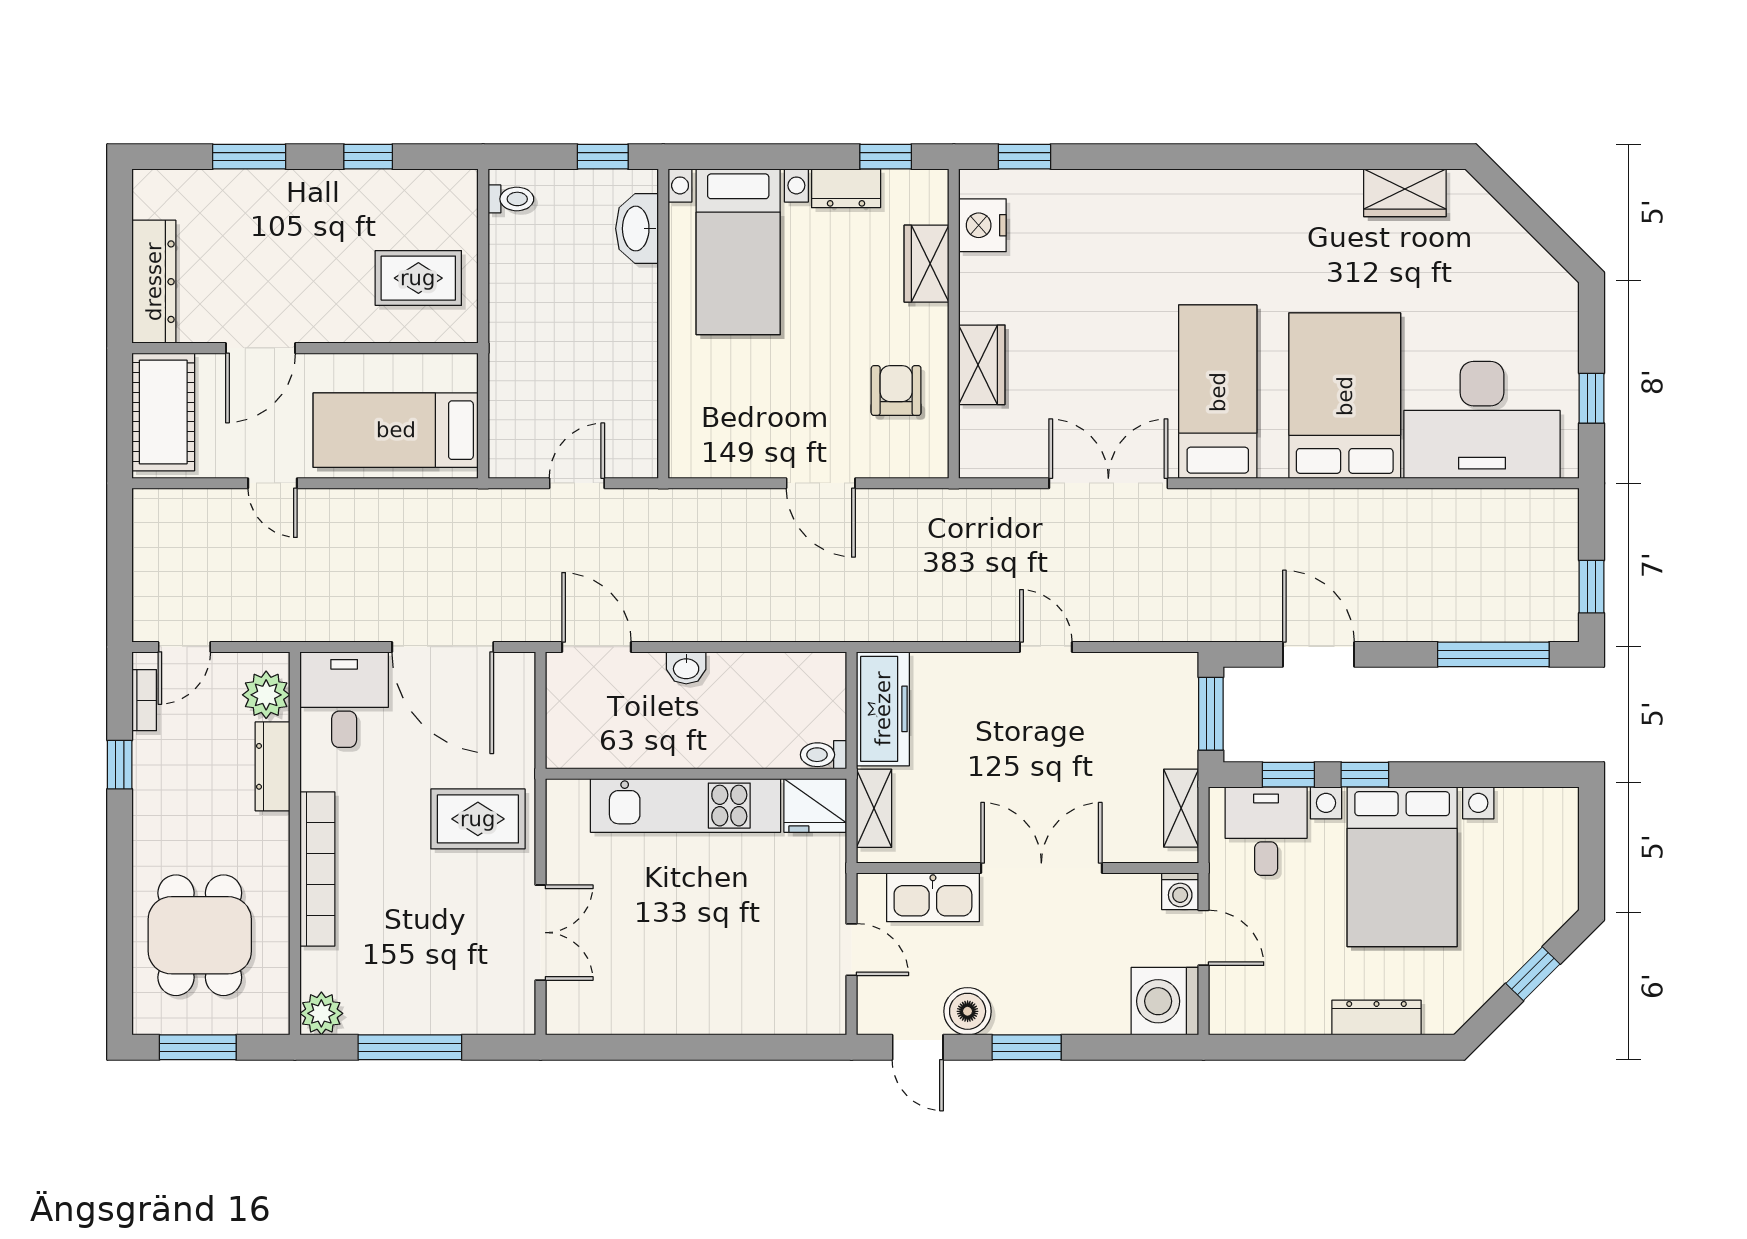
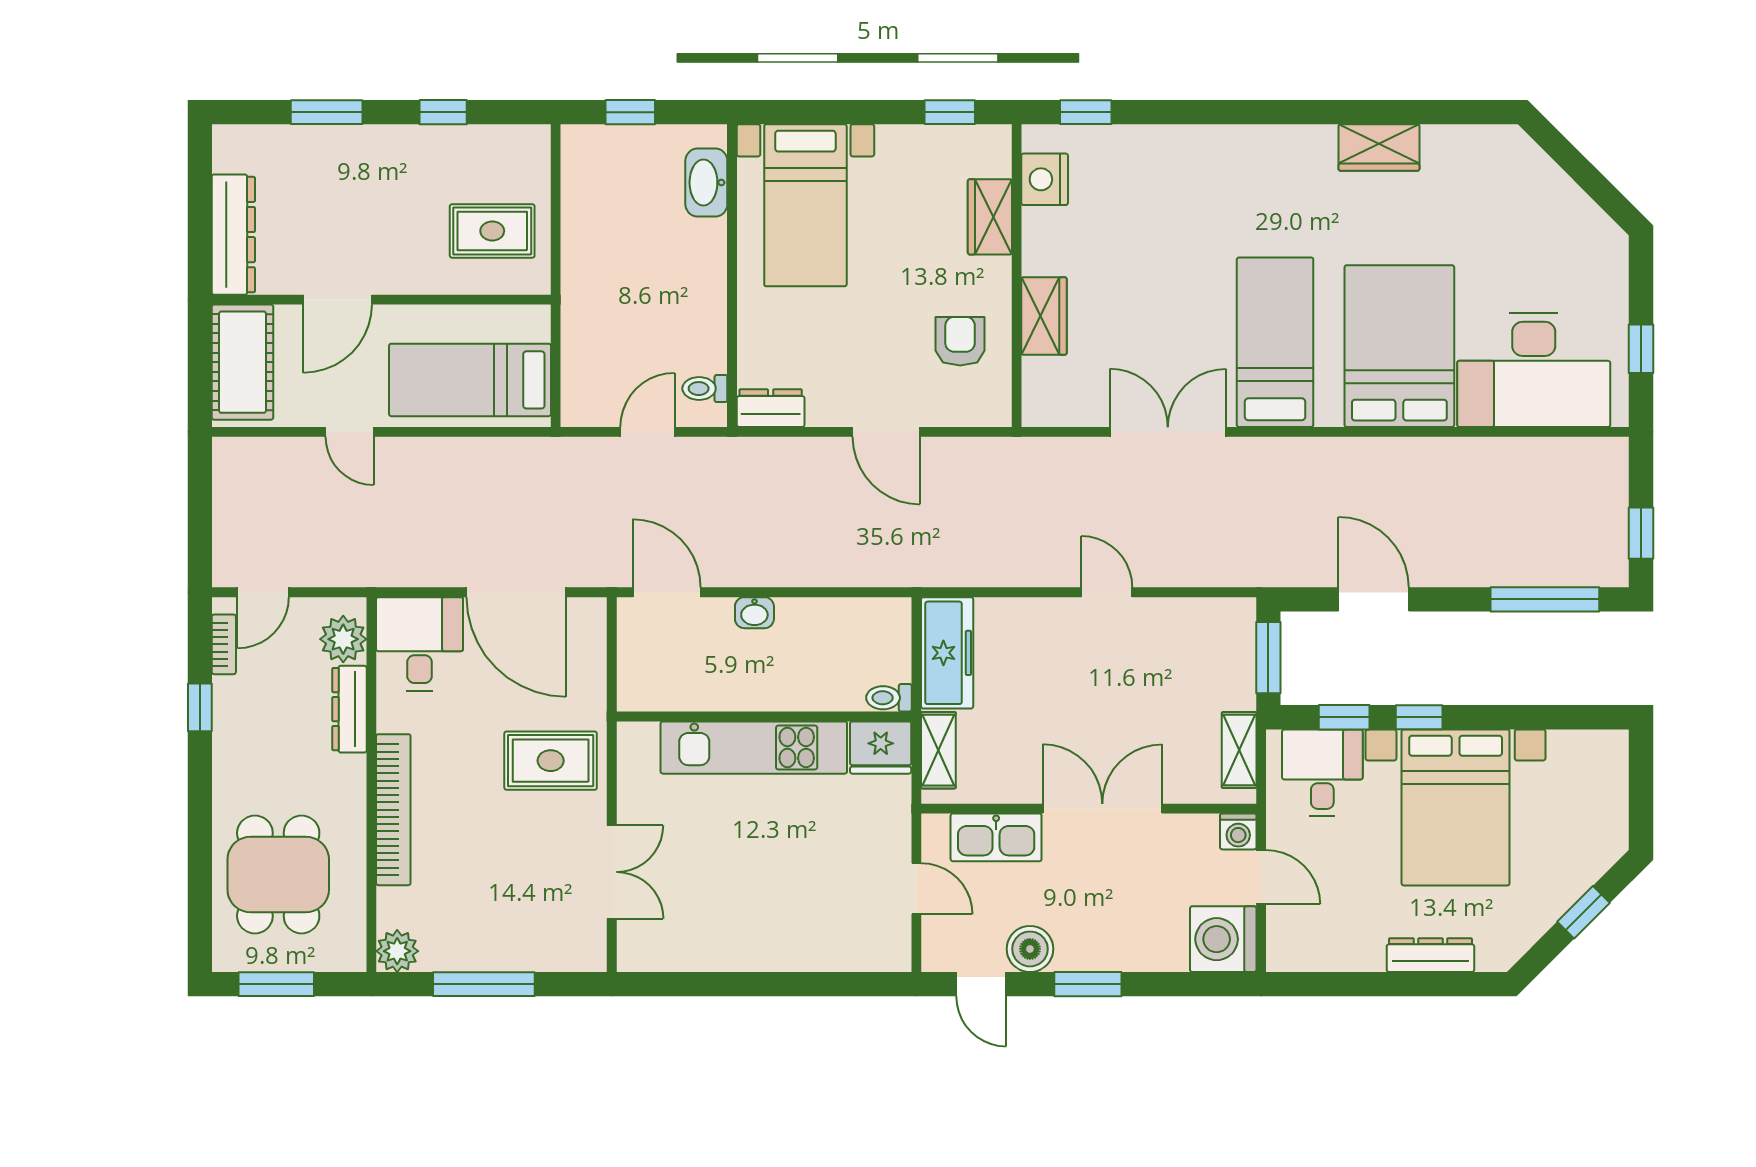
window: (603, 157) -> (630, 112), moved
dresser: (846, 188) -> (771, 408), moved, turned 180
wardrobe: (1405, 193) -> (1379, 147), moved
toilet: (511, 199) -> (705, 389), moved, turned 180

